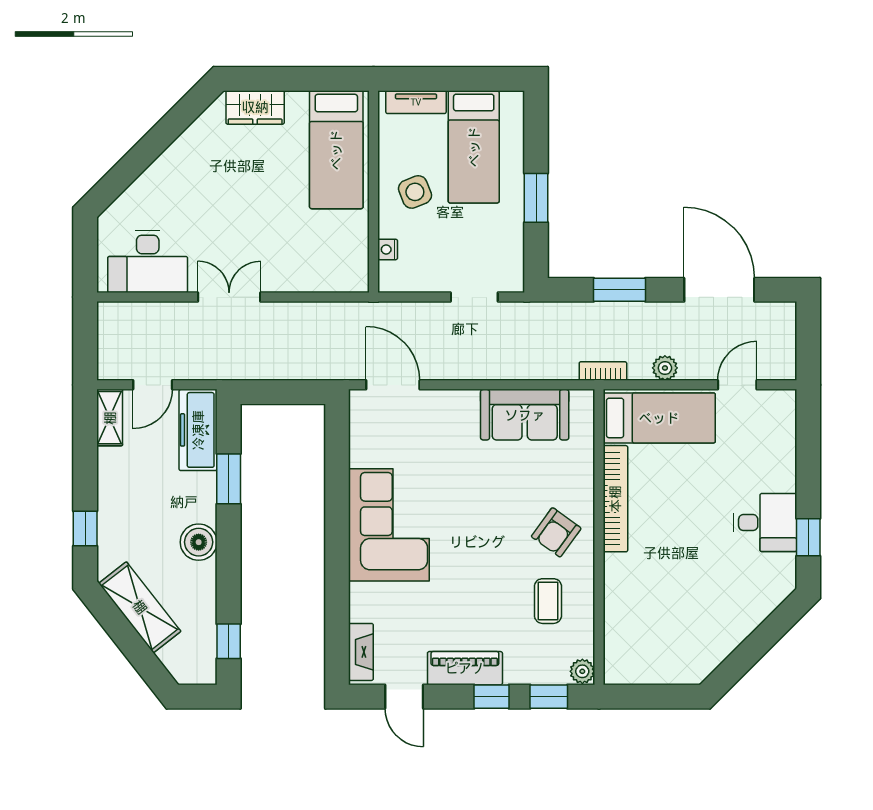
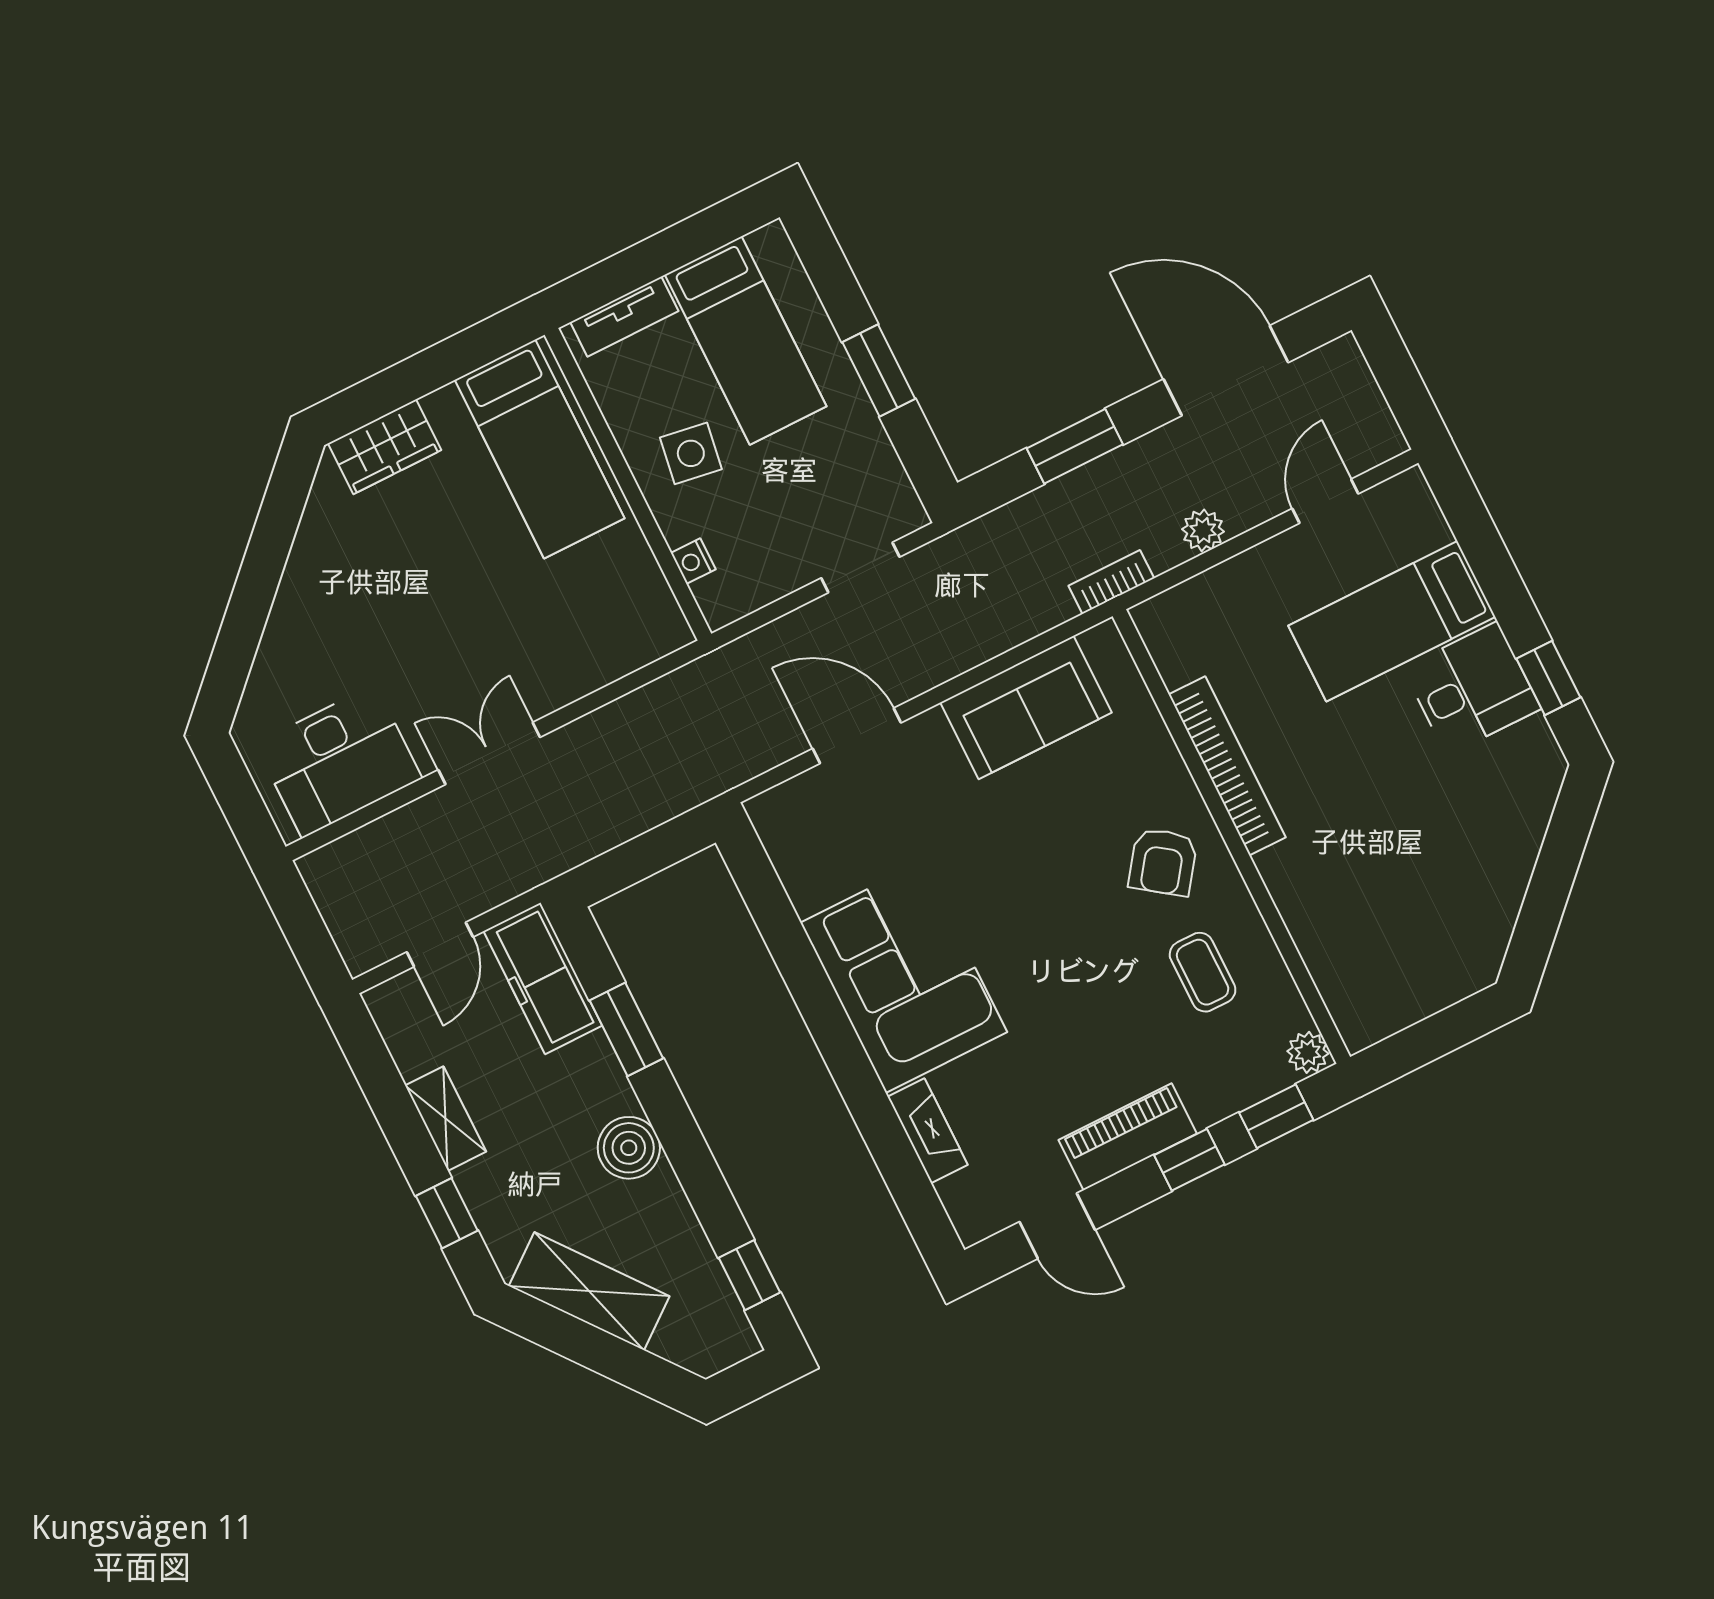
side table: (415, 192) -> (691, 453), turned 31
door: (393, 385) -> (857, 736), moved
shelving: (110, 418) -> (446, 1119), moved
bed: (659, 418) -> (1392, 621), moved, turned 180
fireplace: (361, 652) -> (928, 1131), moved

